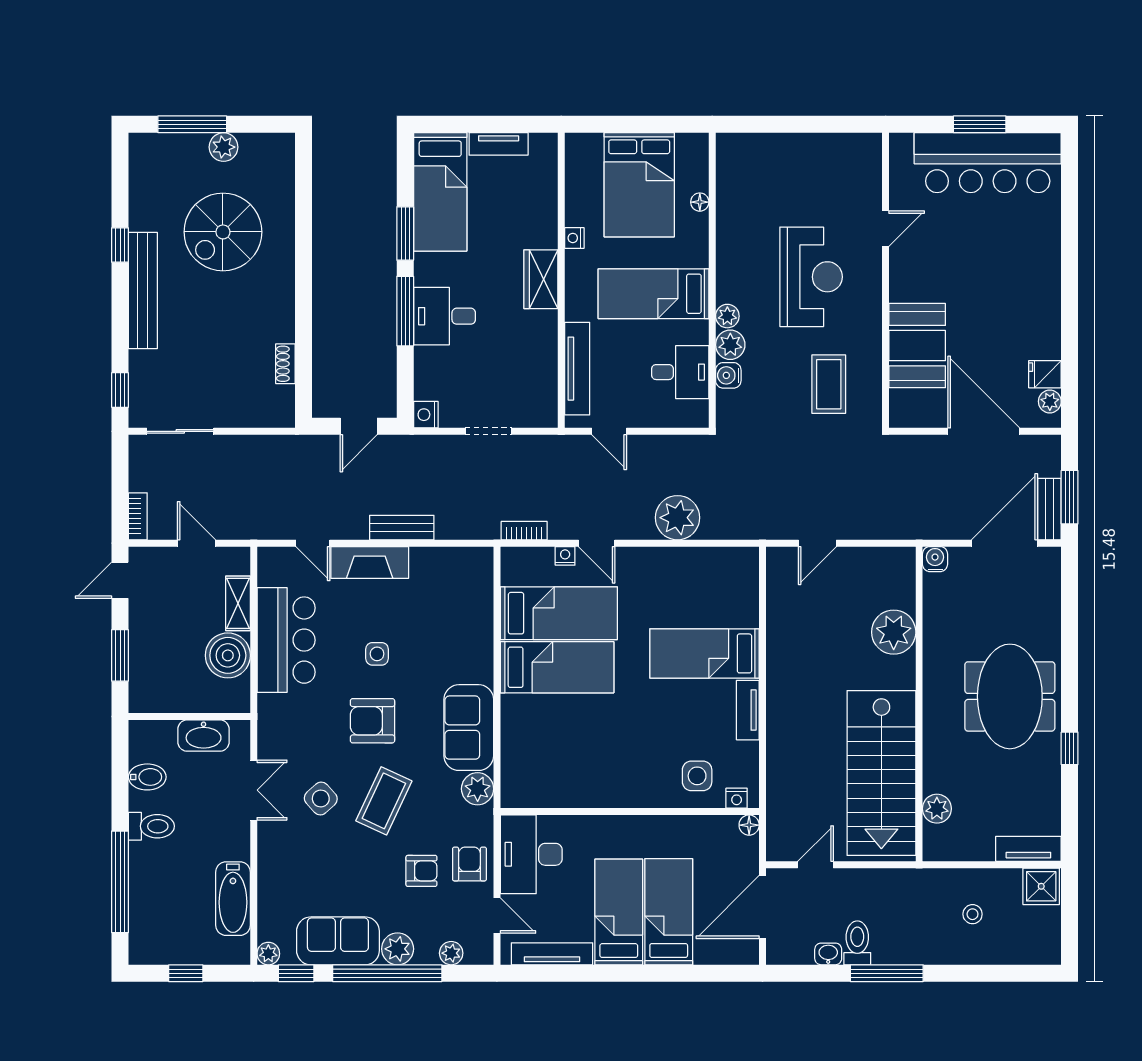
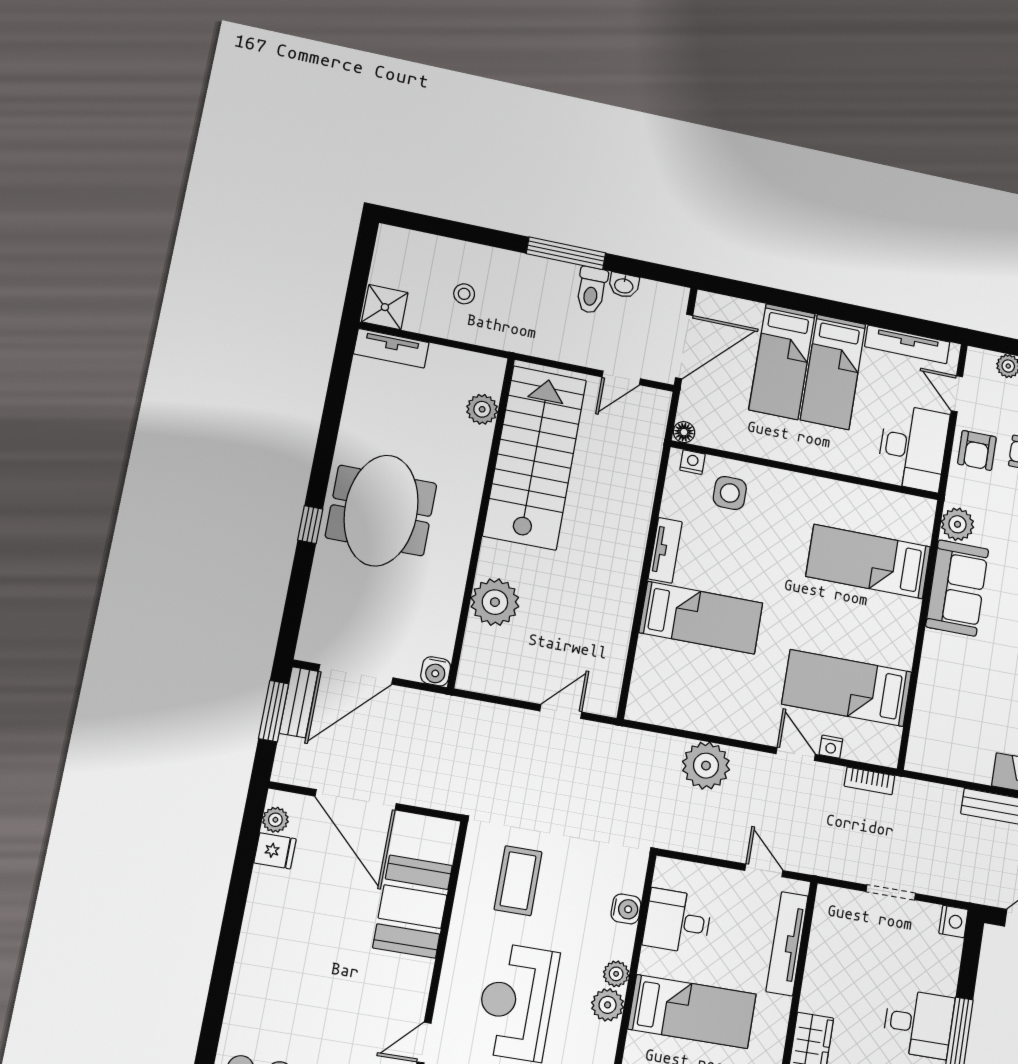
plant: (730, 345) -> (608, 1005), moved
bed: (557, 667) -> (868, 562), moved
window: (1070, 748) -> (310, 525), moved

